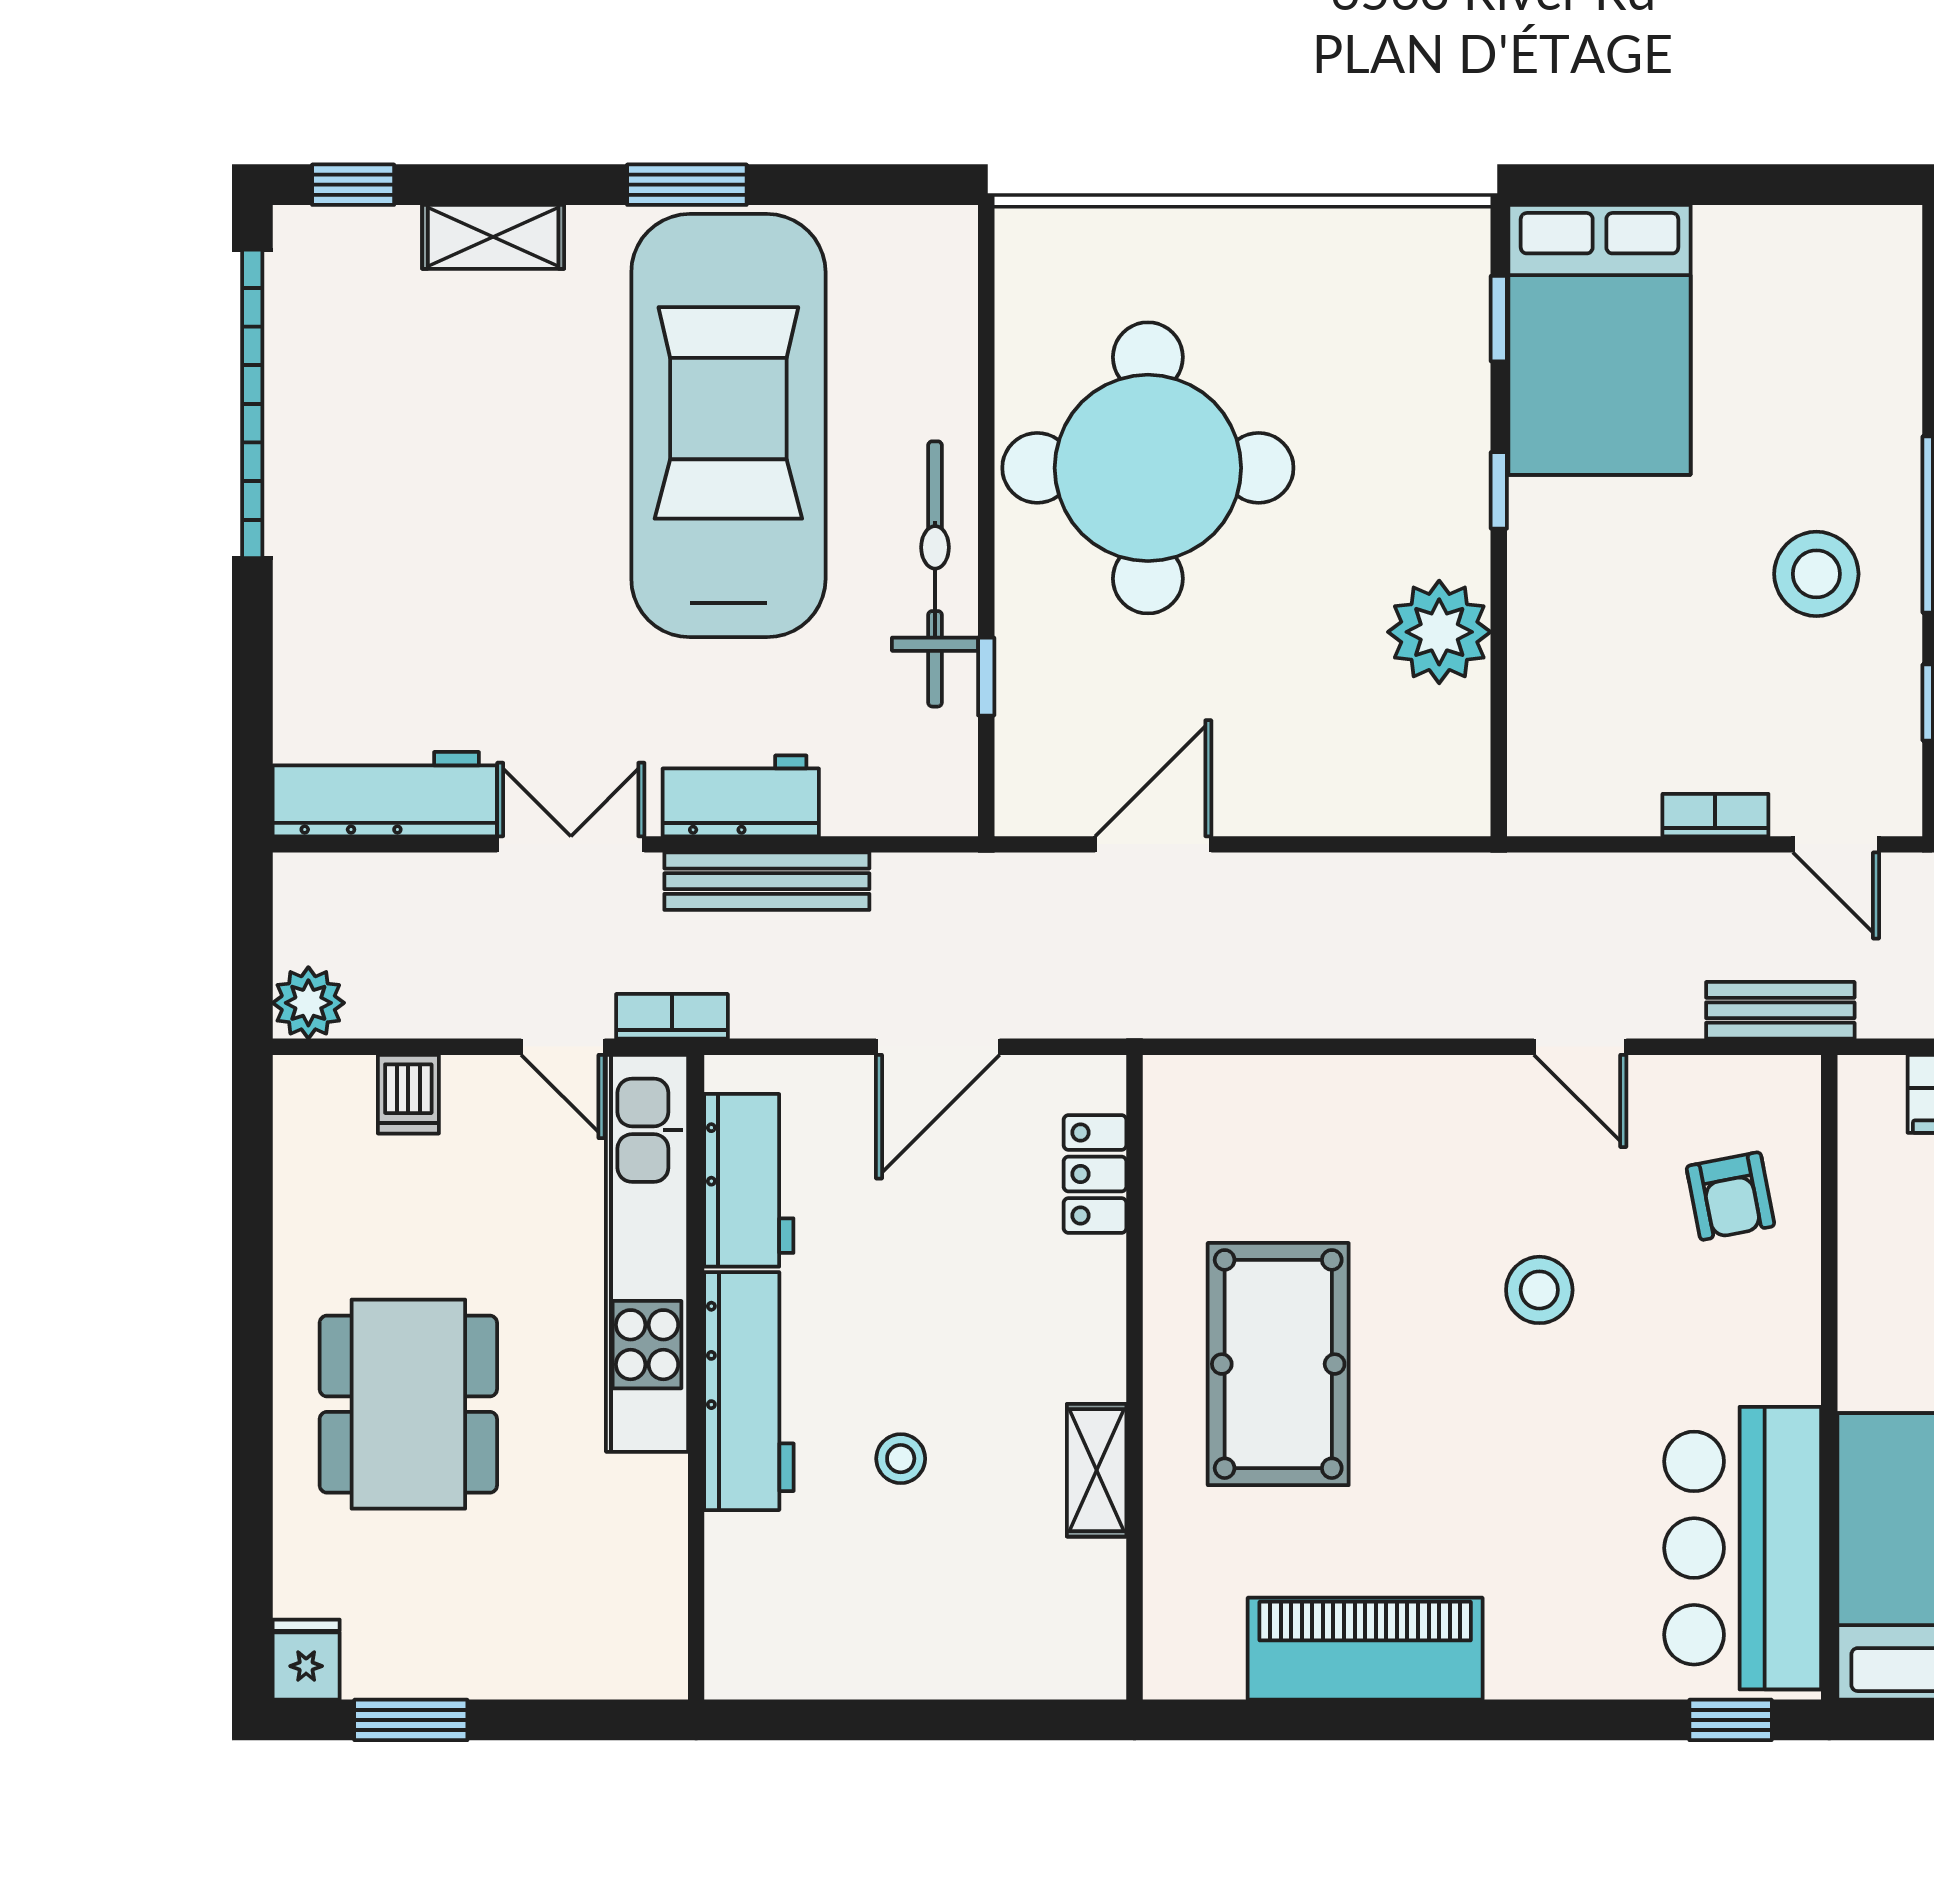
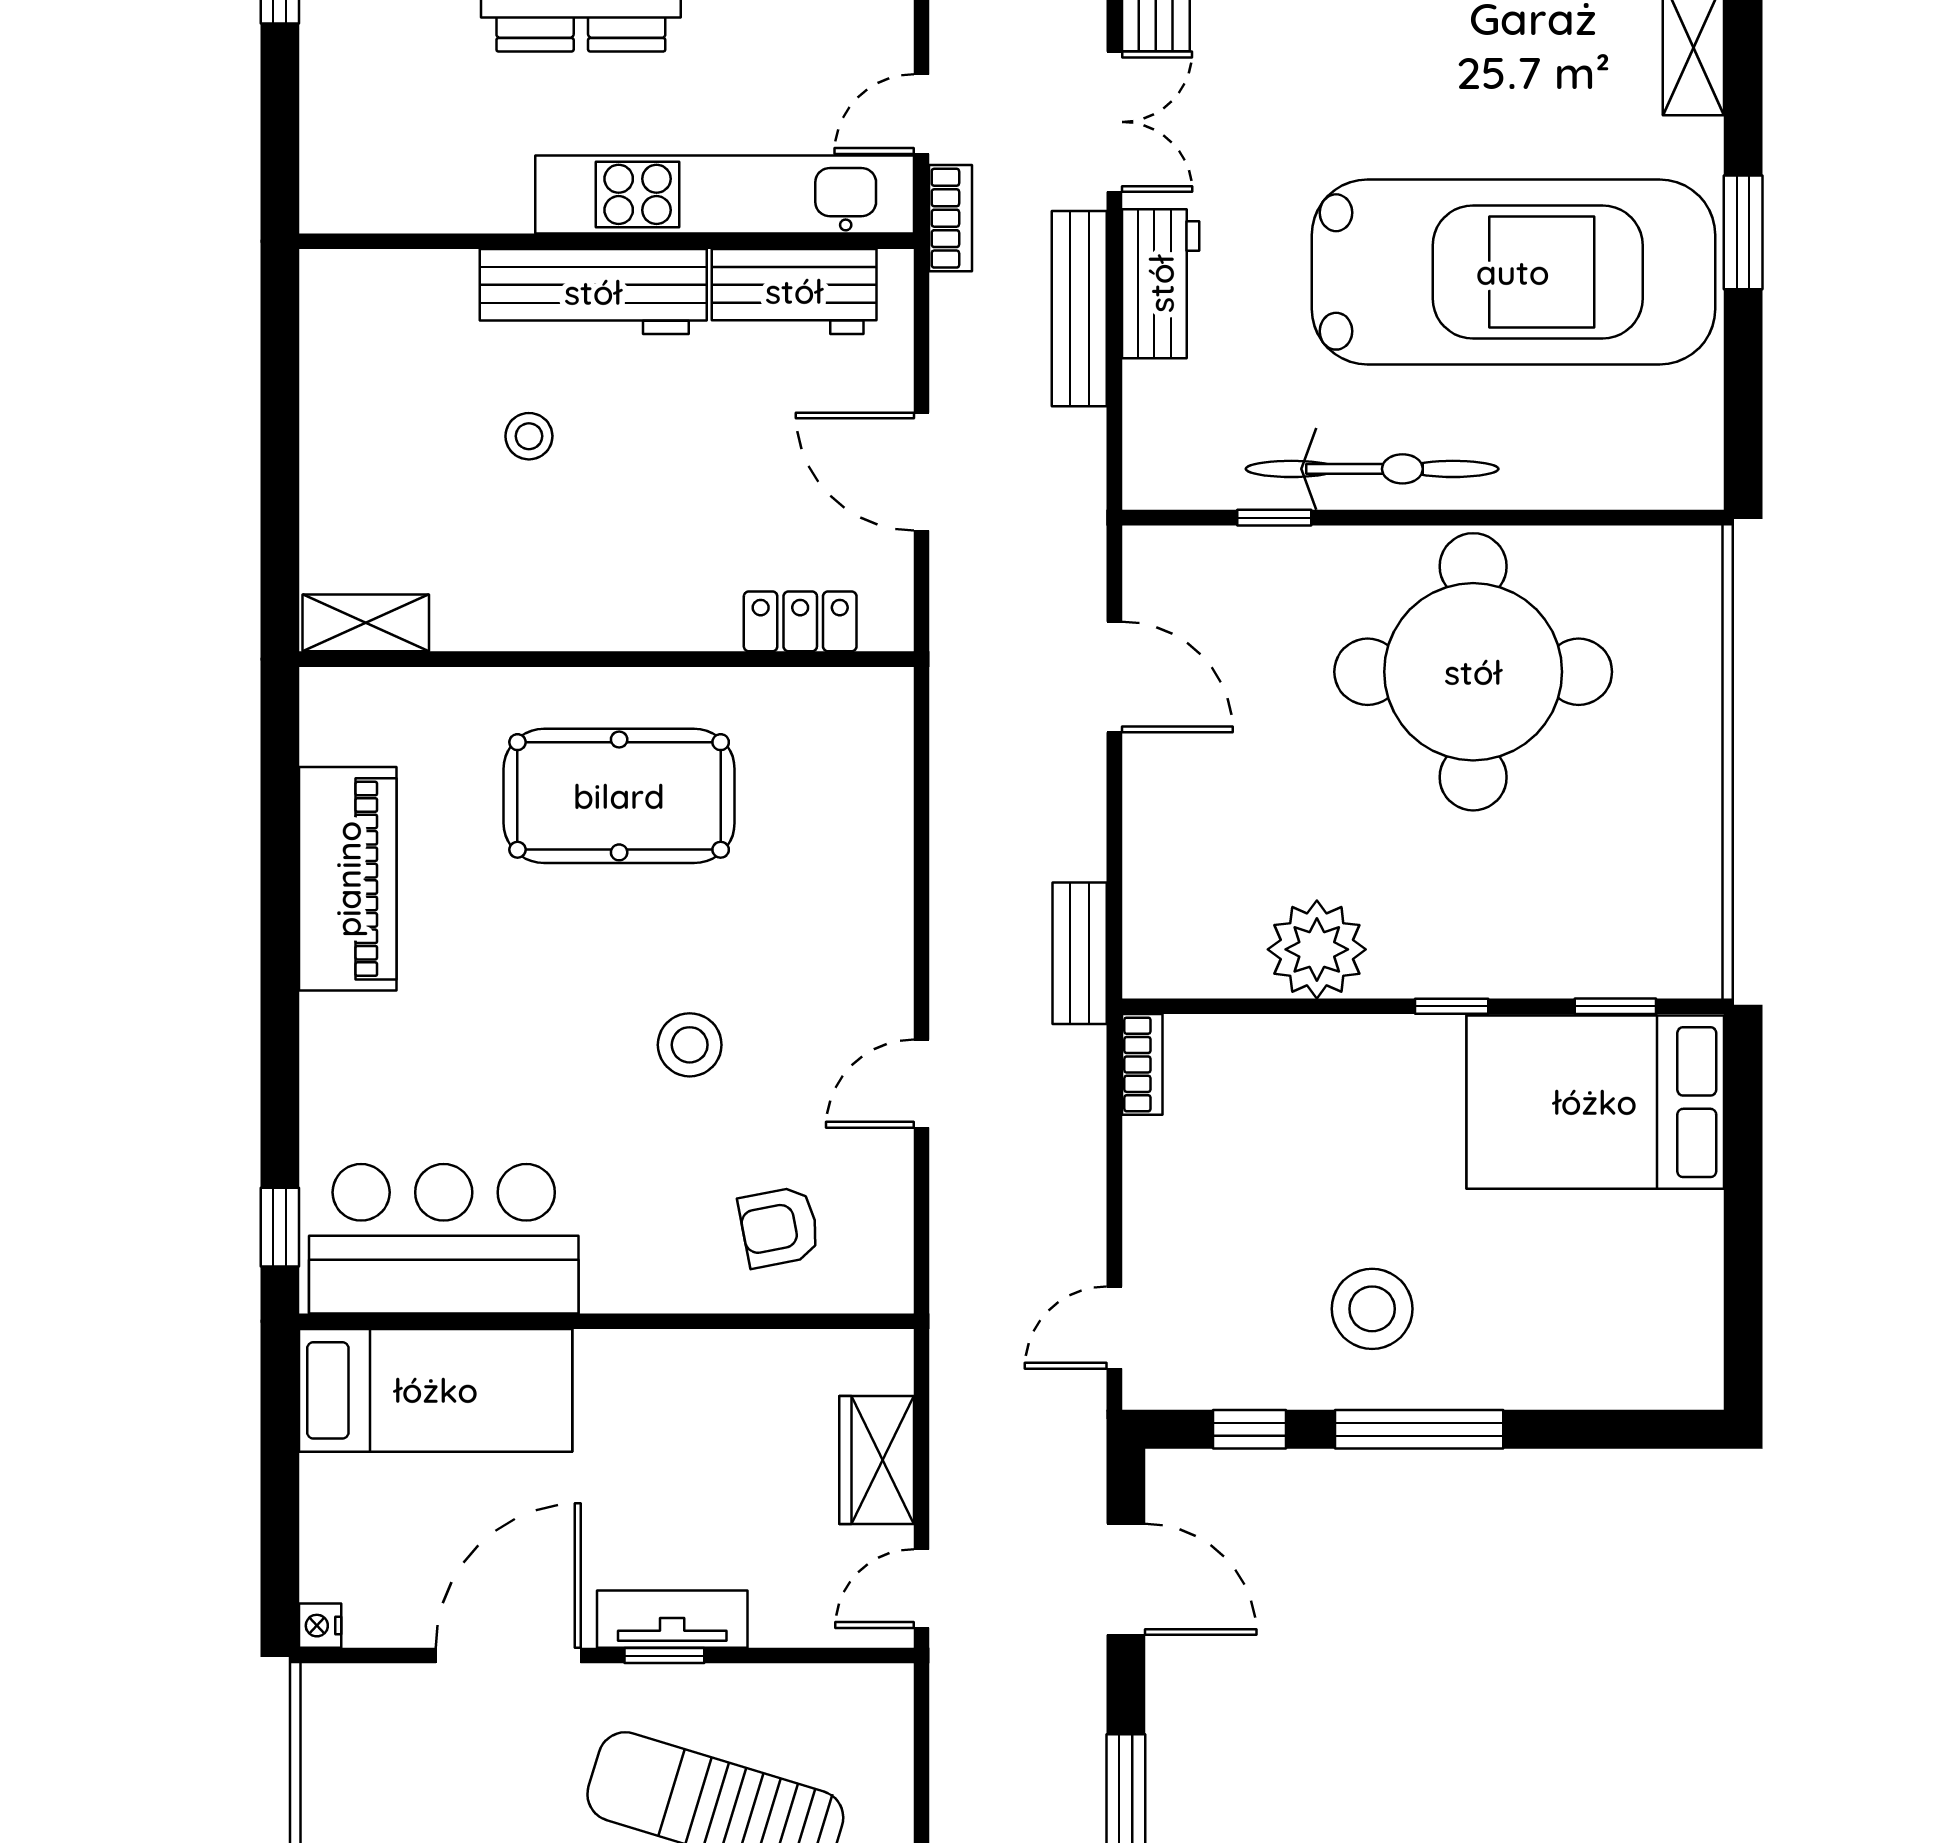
bookcase: (1715, 815) -> (1142, 1064), moved
bench: (1780, 1010) -> (1080, 953), moved
shelving: (1097, 1470) -> (366, 623), moved

